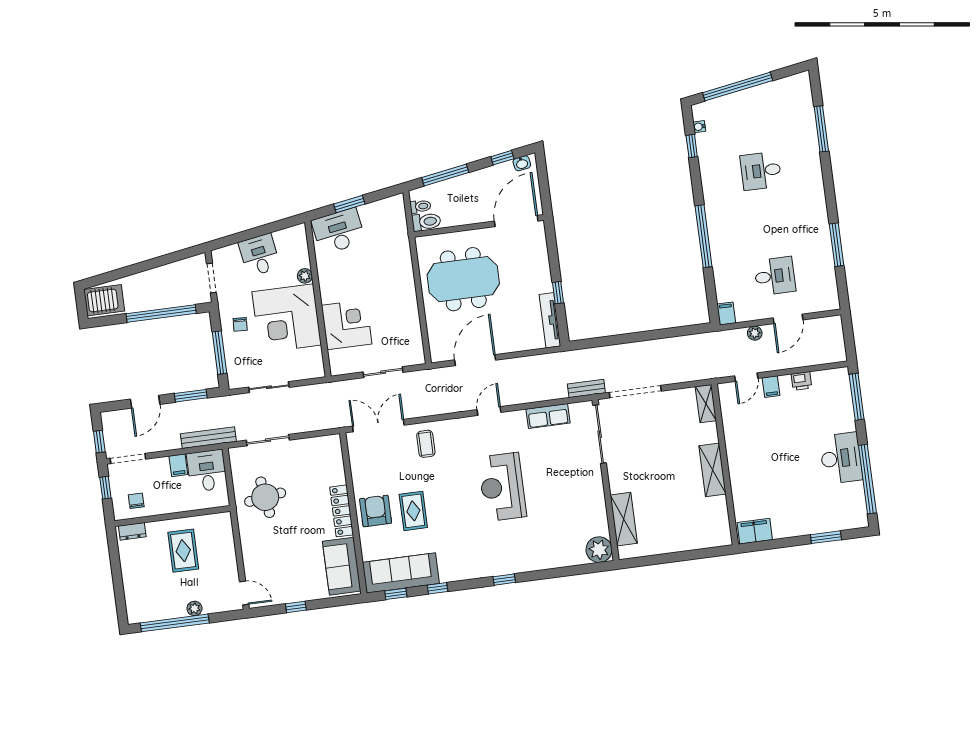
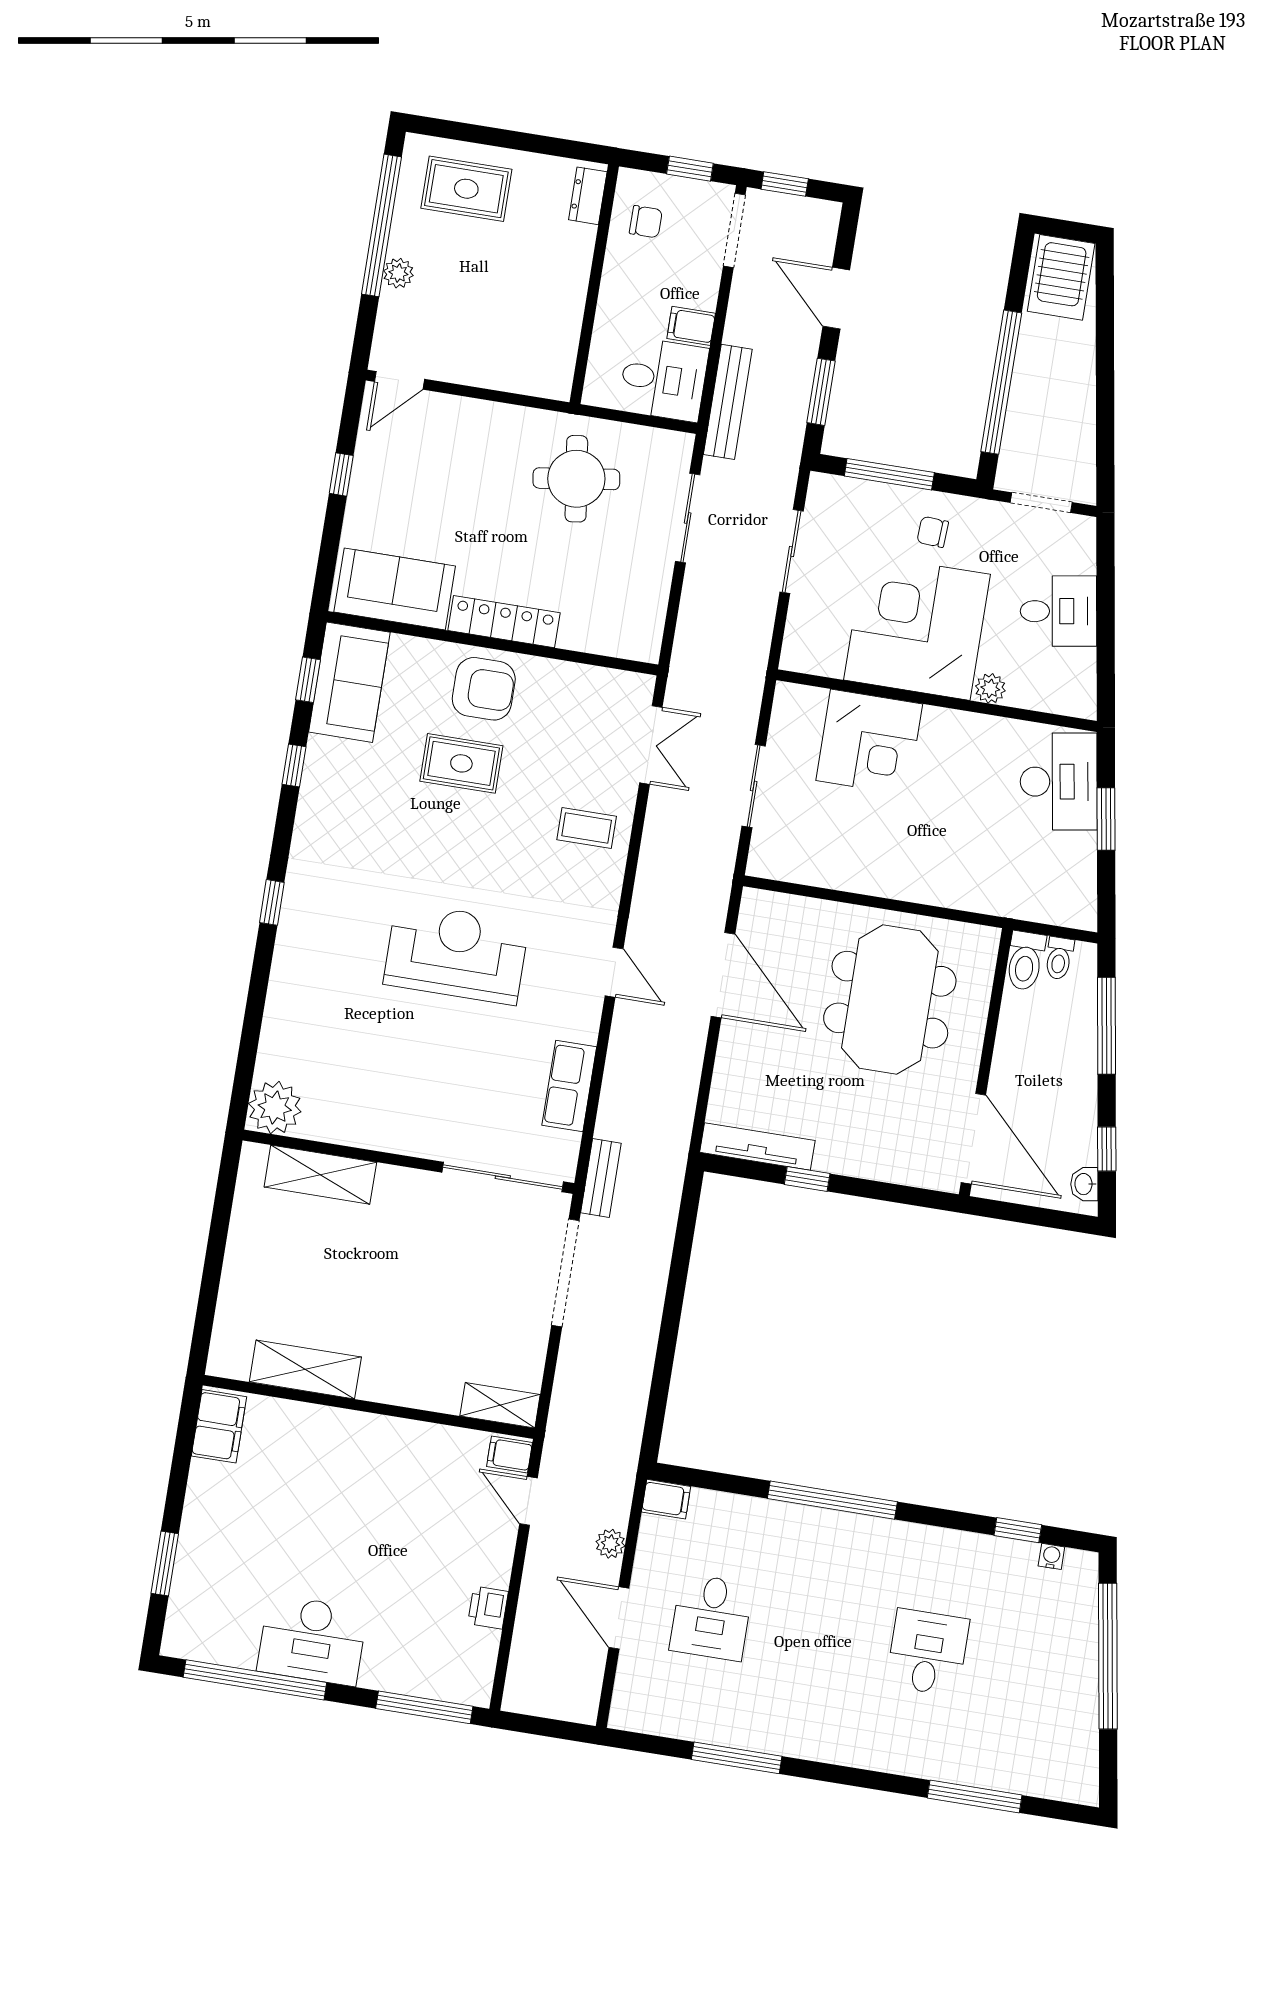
filing cabinet: (771, 387) -> (510, 1454), moved
double door: (378, 426) -> (651, 745), width x0.73
shelving: (712, 470) -> (305, 1369), moved
rug: (183, 551) -> (466, 189), moved
sofa: (401, 573) -> (349, 682), width x0.73

